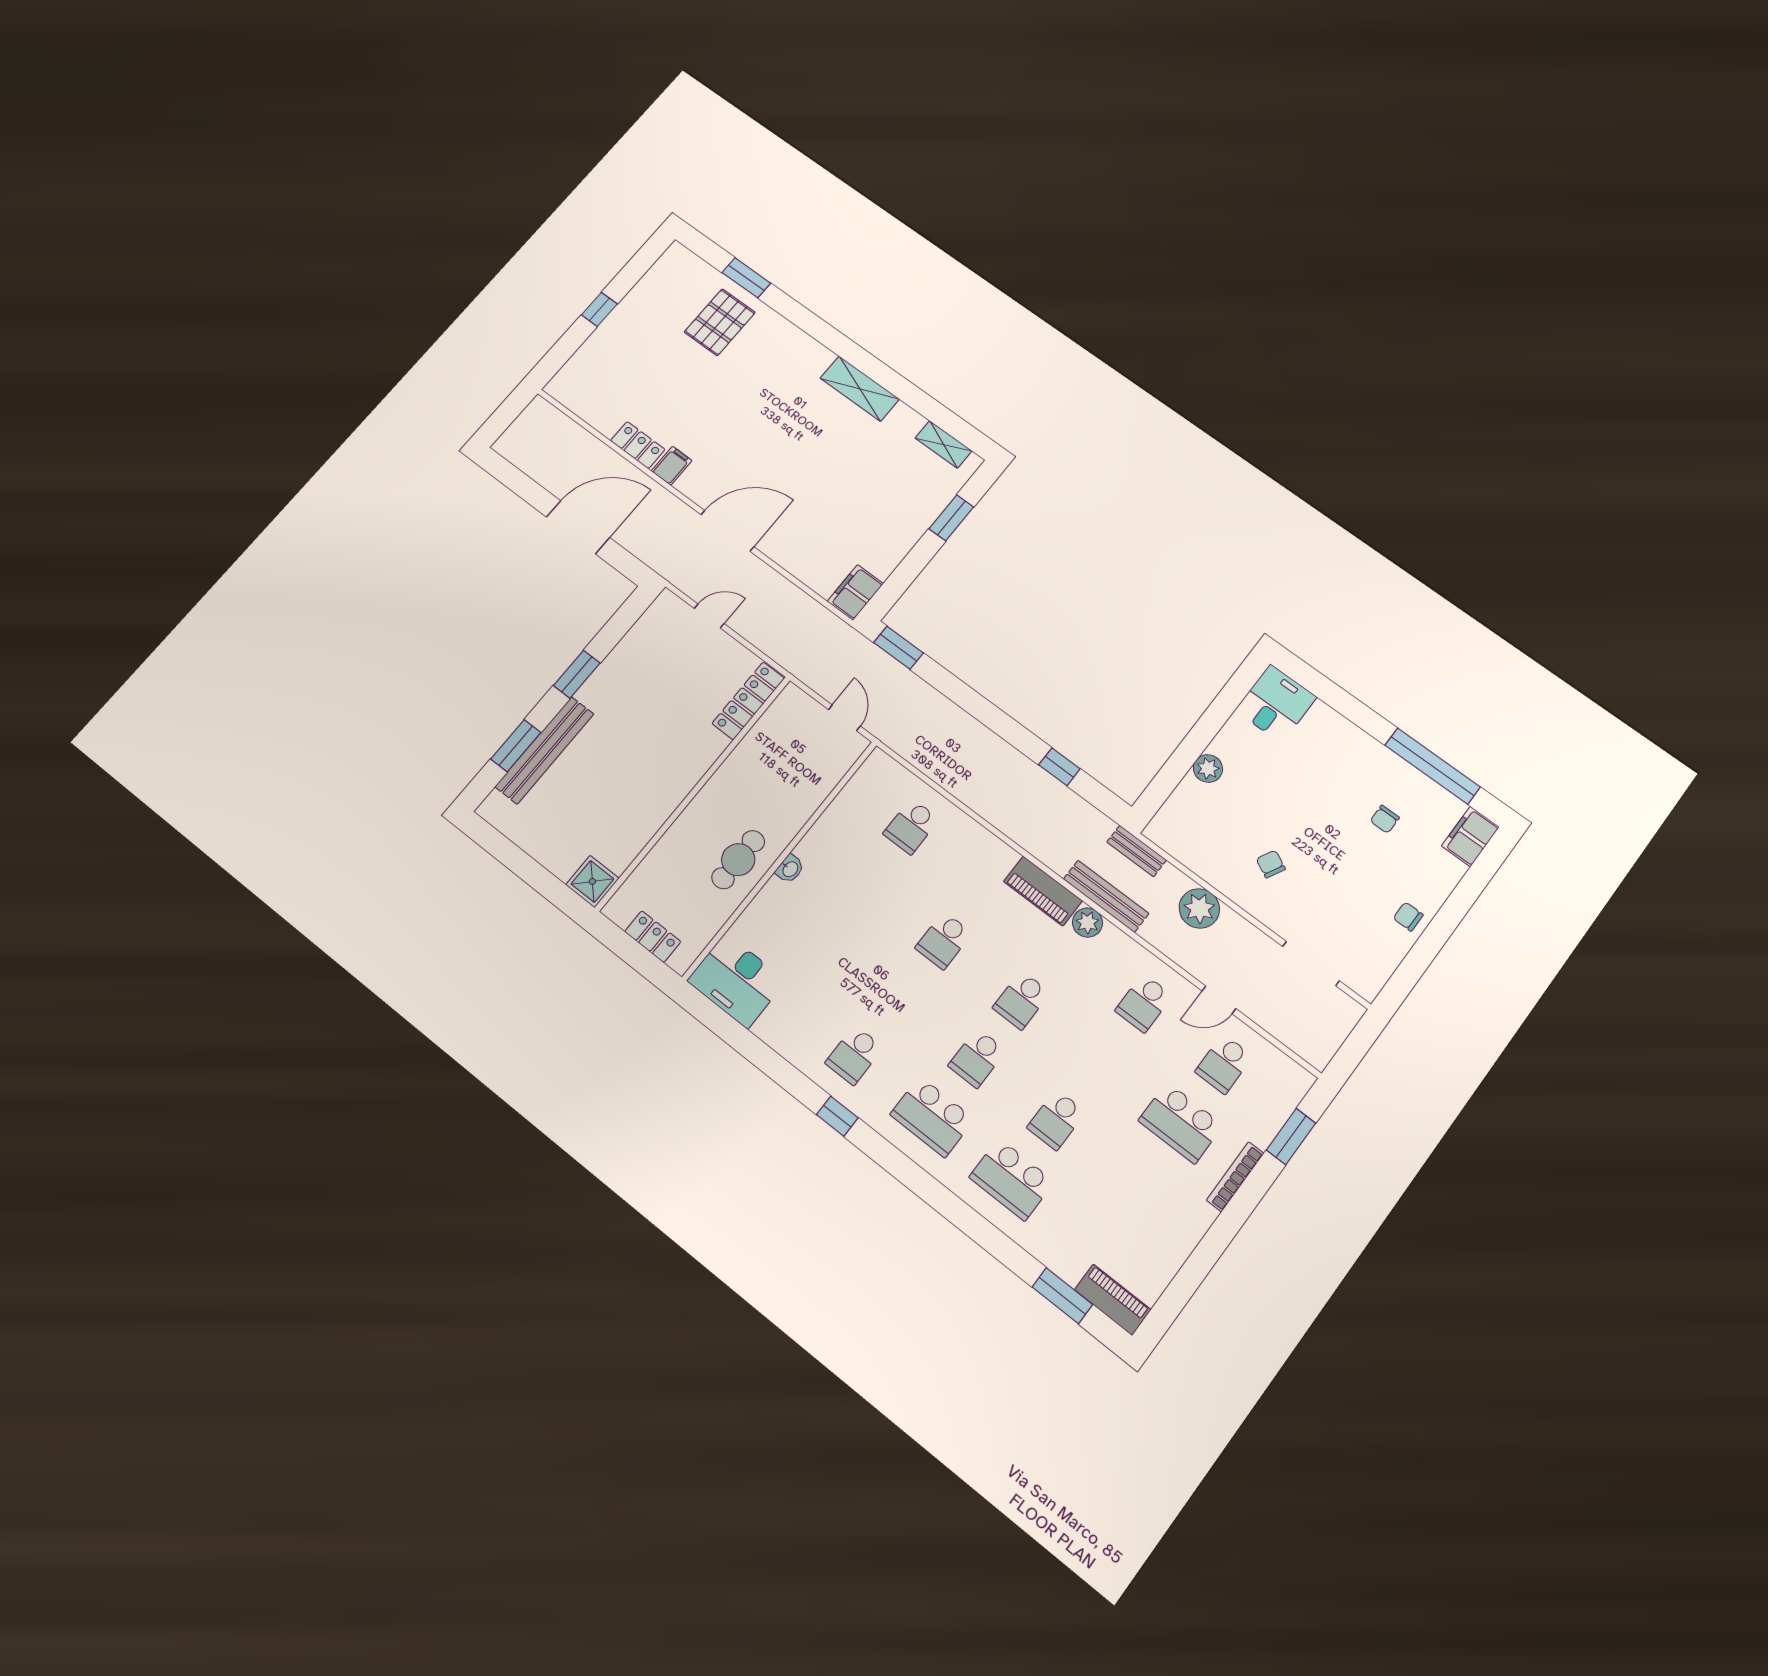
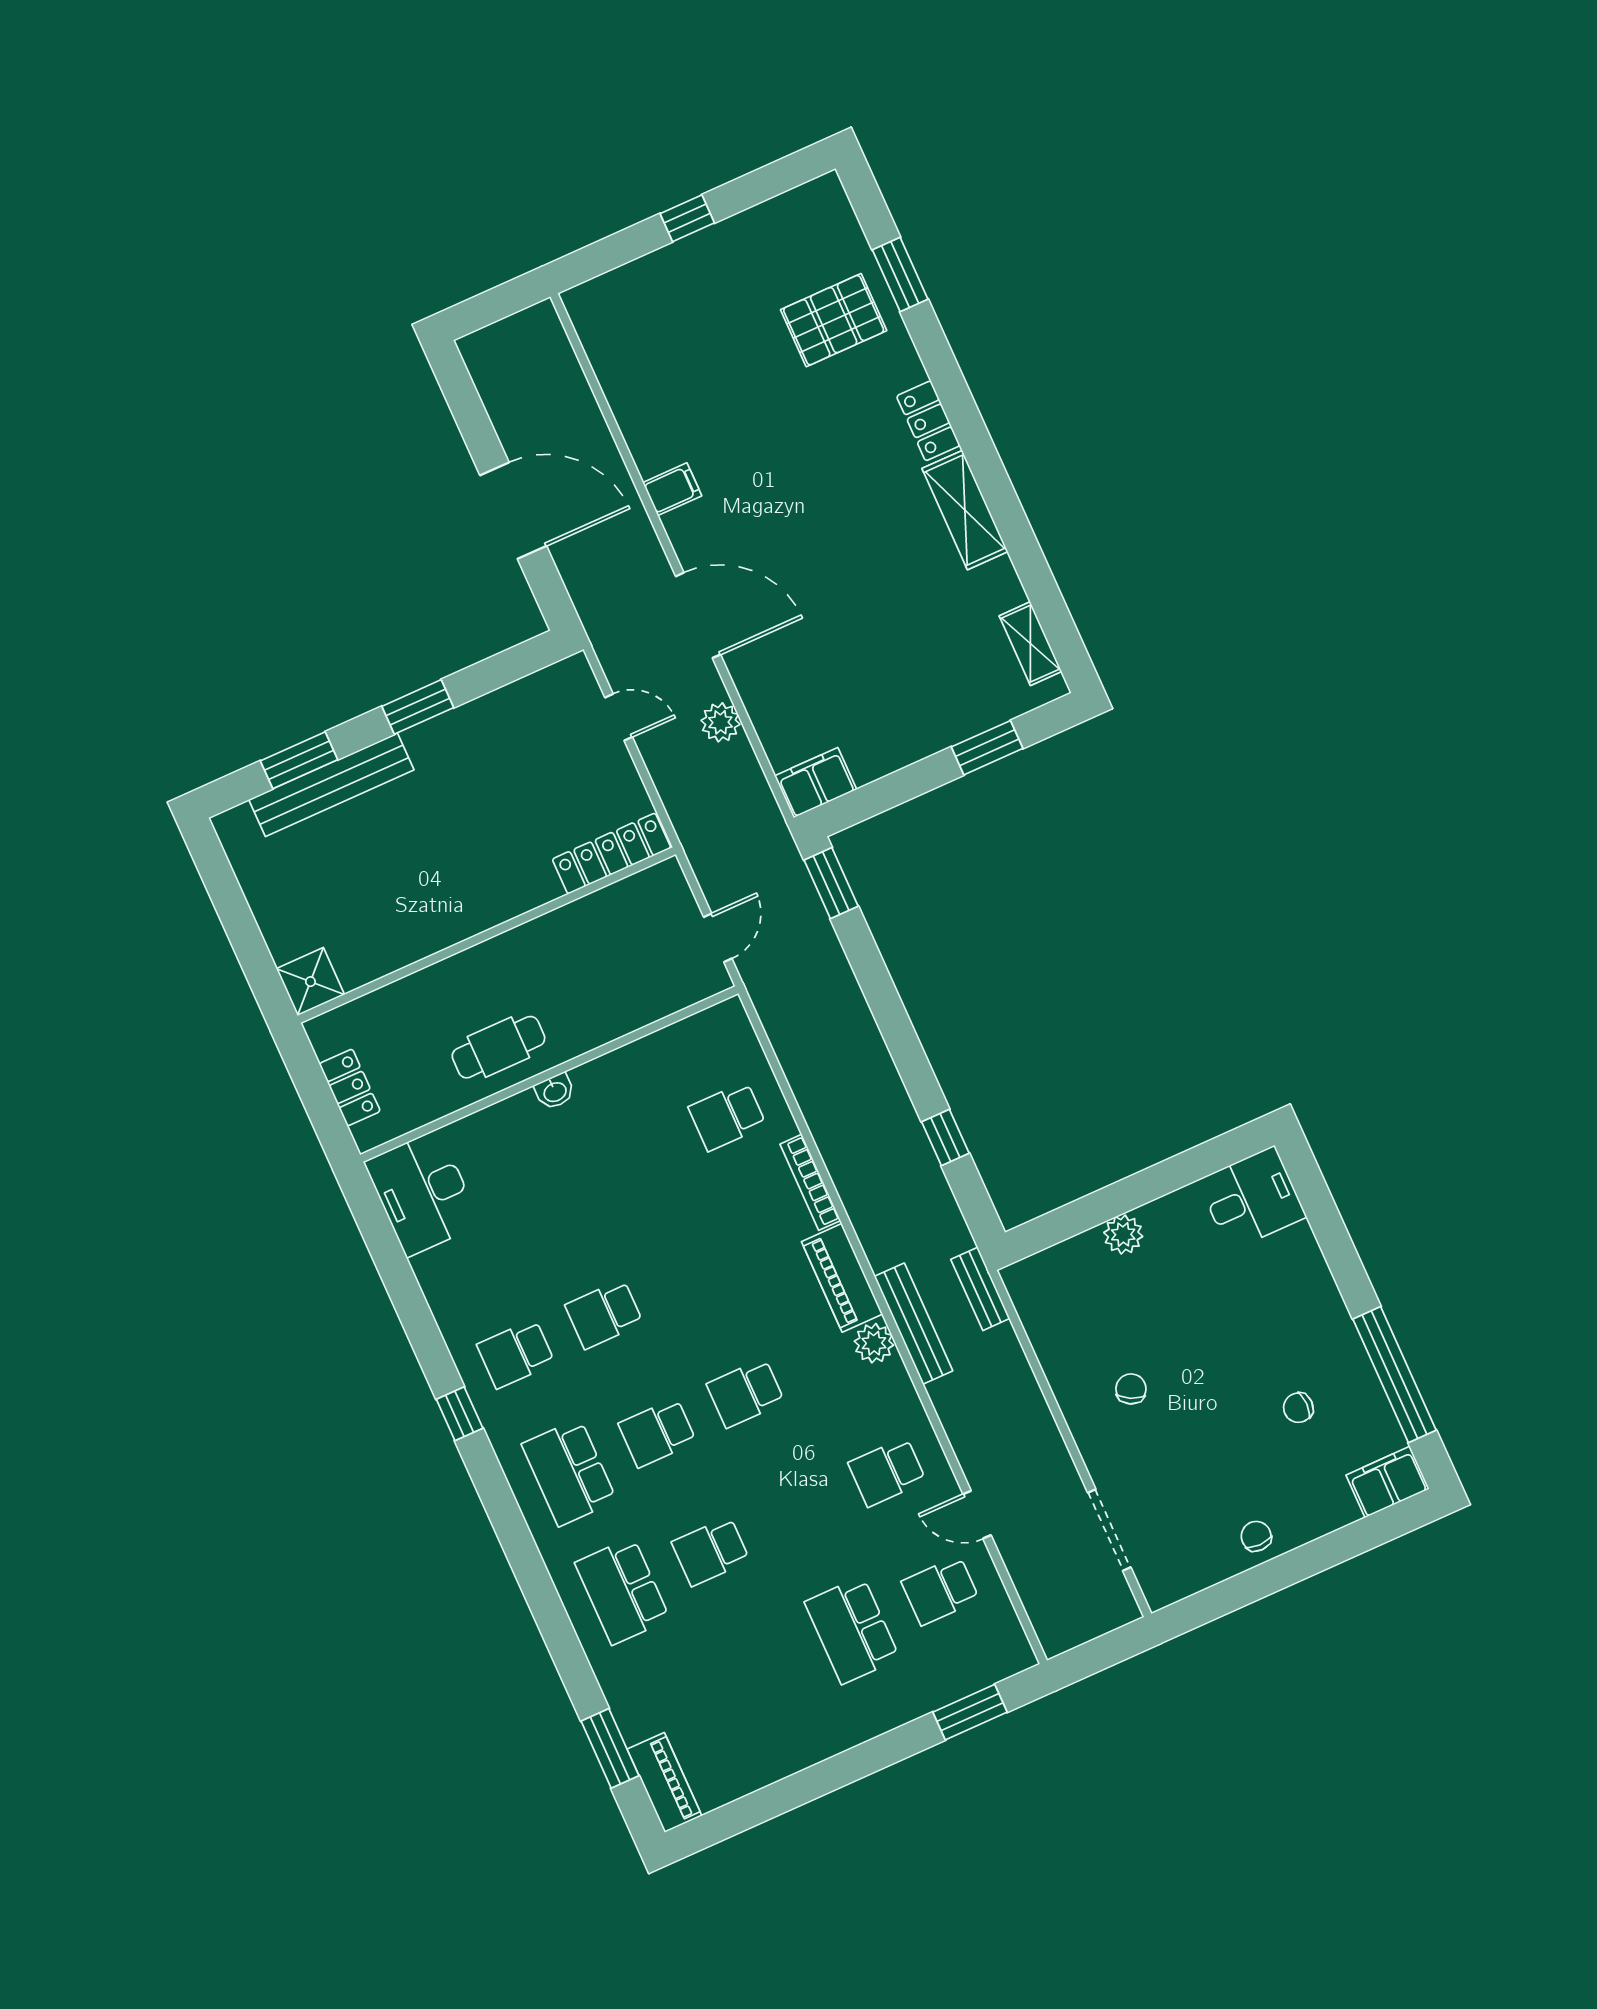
locker: (638, 445) -> (928, 421), moved, turned 180
plant: (1199, 908) -> (720, 722), moved, width x0.73, depth x0.73
school desk: (944, 940) -> (604, 1314), moved
bookcase: (1235, 1177) -> (810, 1182), moved, turned -90

